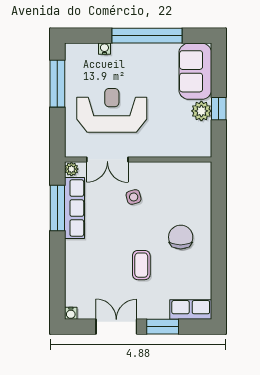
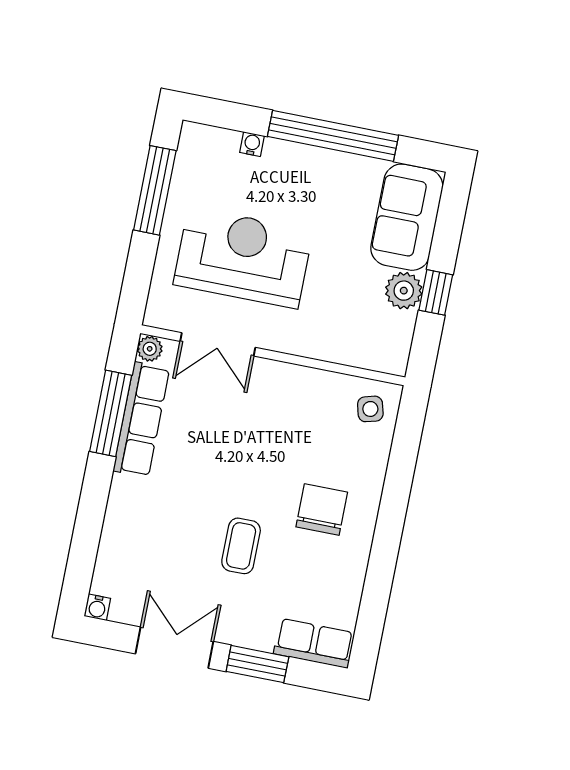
side table: (134, 197) -> (370, 409), moved

